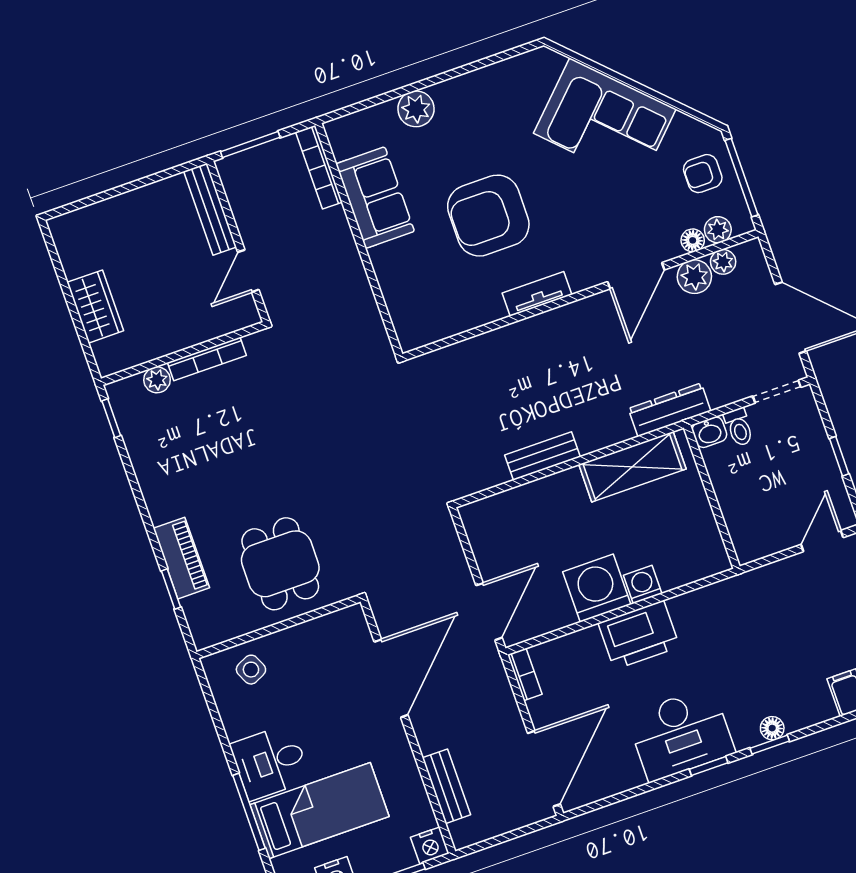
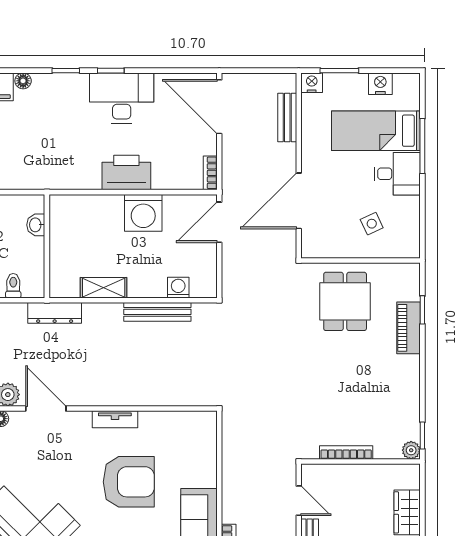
door: (248, 271) -> (299, 501), hinge flipped
door: (636, 276) -> (46, 409), hinge flipped
plant: (157, 380) -> (411, 450), moved
washbasin: (709, 432) -> (36, 225), moved, turned -90
bench: (542, 456) -> (157, 312), width x1.36
shelving: (632, 467) -> (104, 288), width x0.67, depth x0.75
washing machine: (643, 584) -> (178, 288), moved, turned 180
side table: (251, 670) -> (372, 224), moved
floor lamp: (772, 728) -> (23, 81), moved
door: (544, 769) -> (219, 107), hinge flipped

